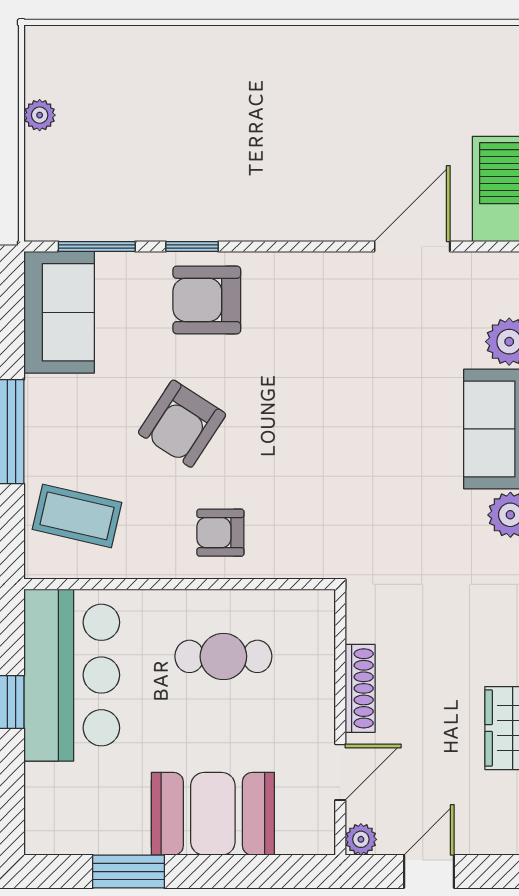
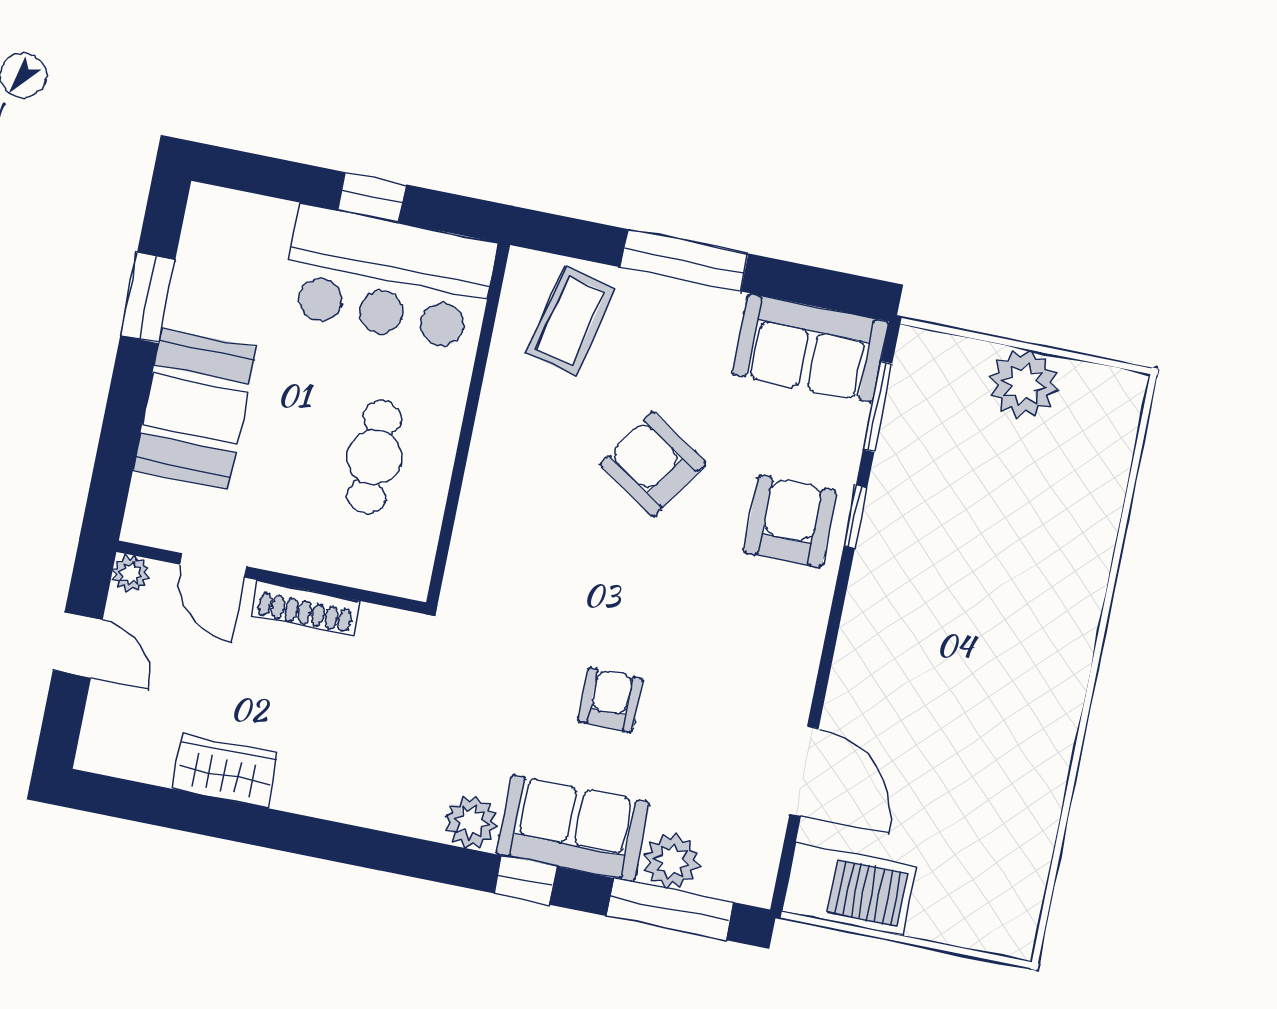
plant: (40, 115) -> (1024, 384), width x1.88, depth x1.88
armchair: (220, 533) -> (610, 700), moved

